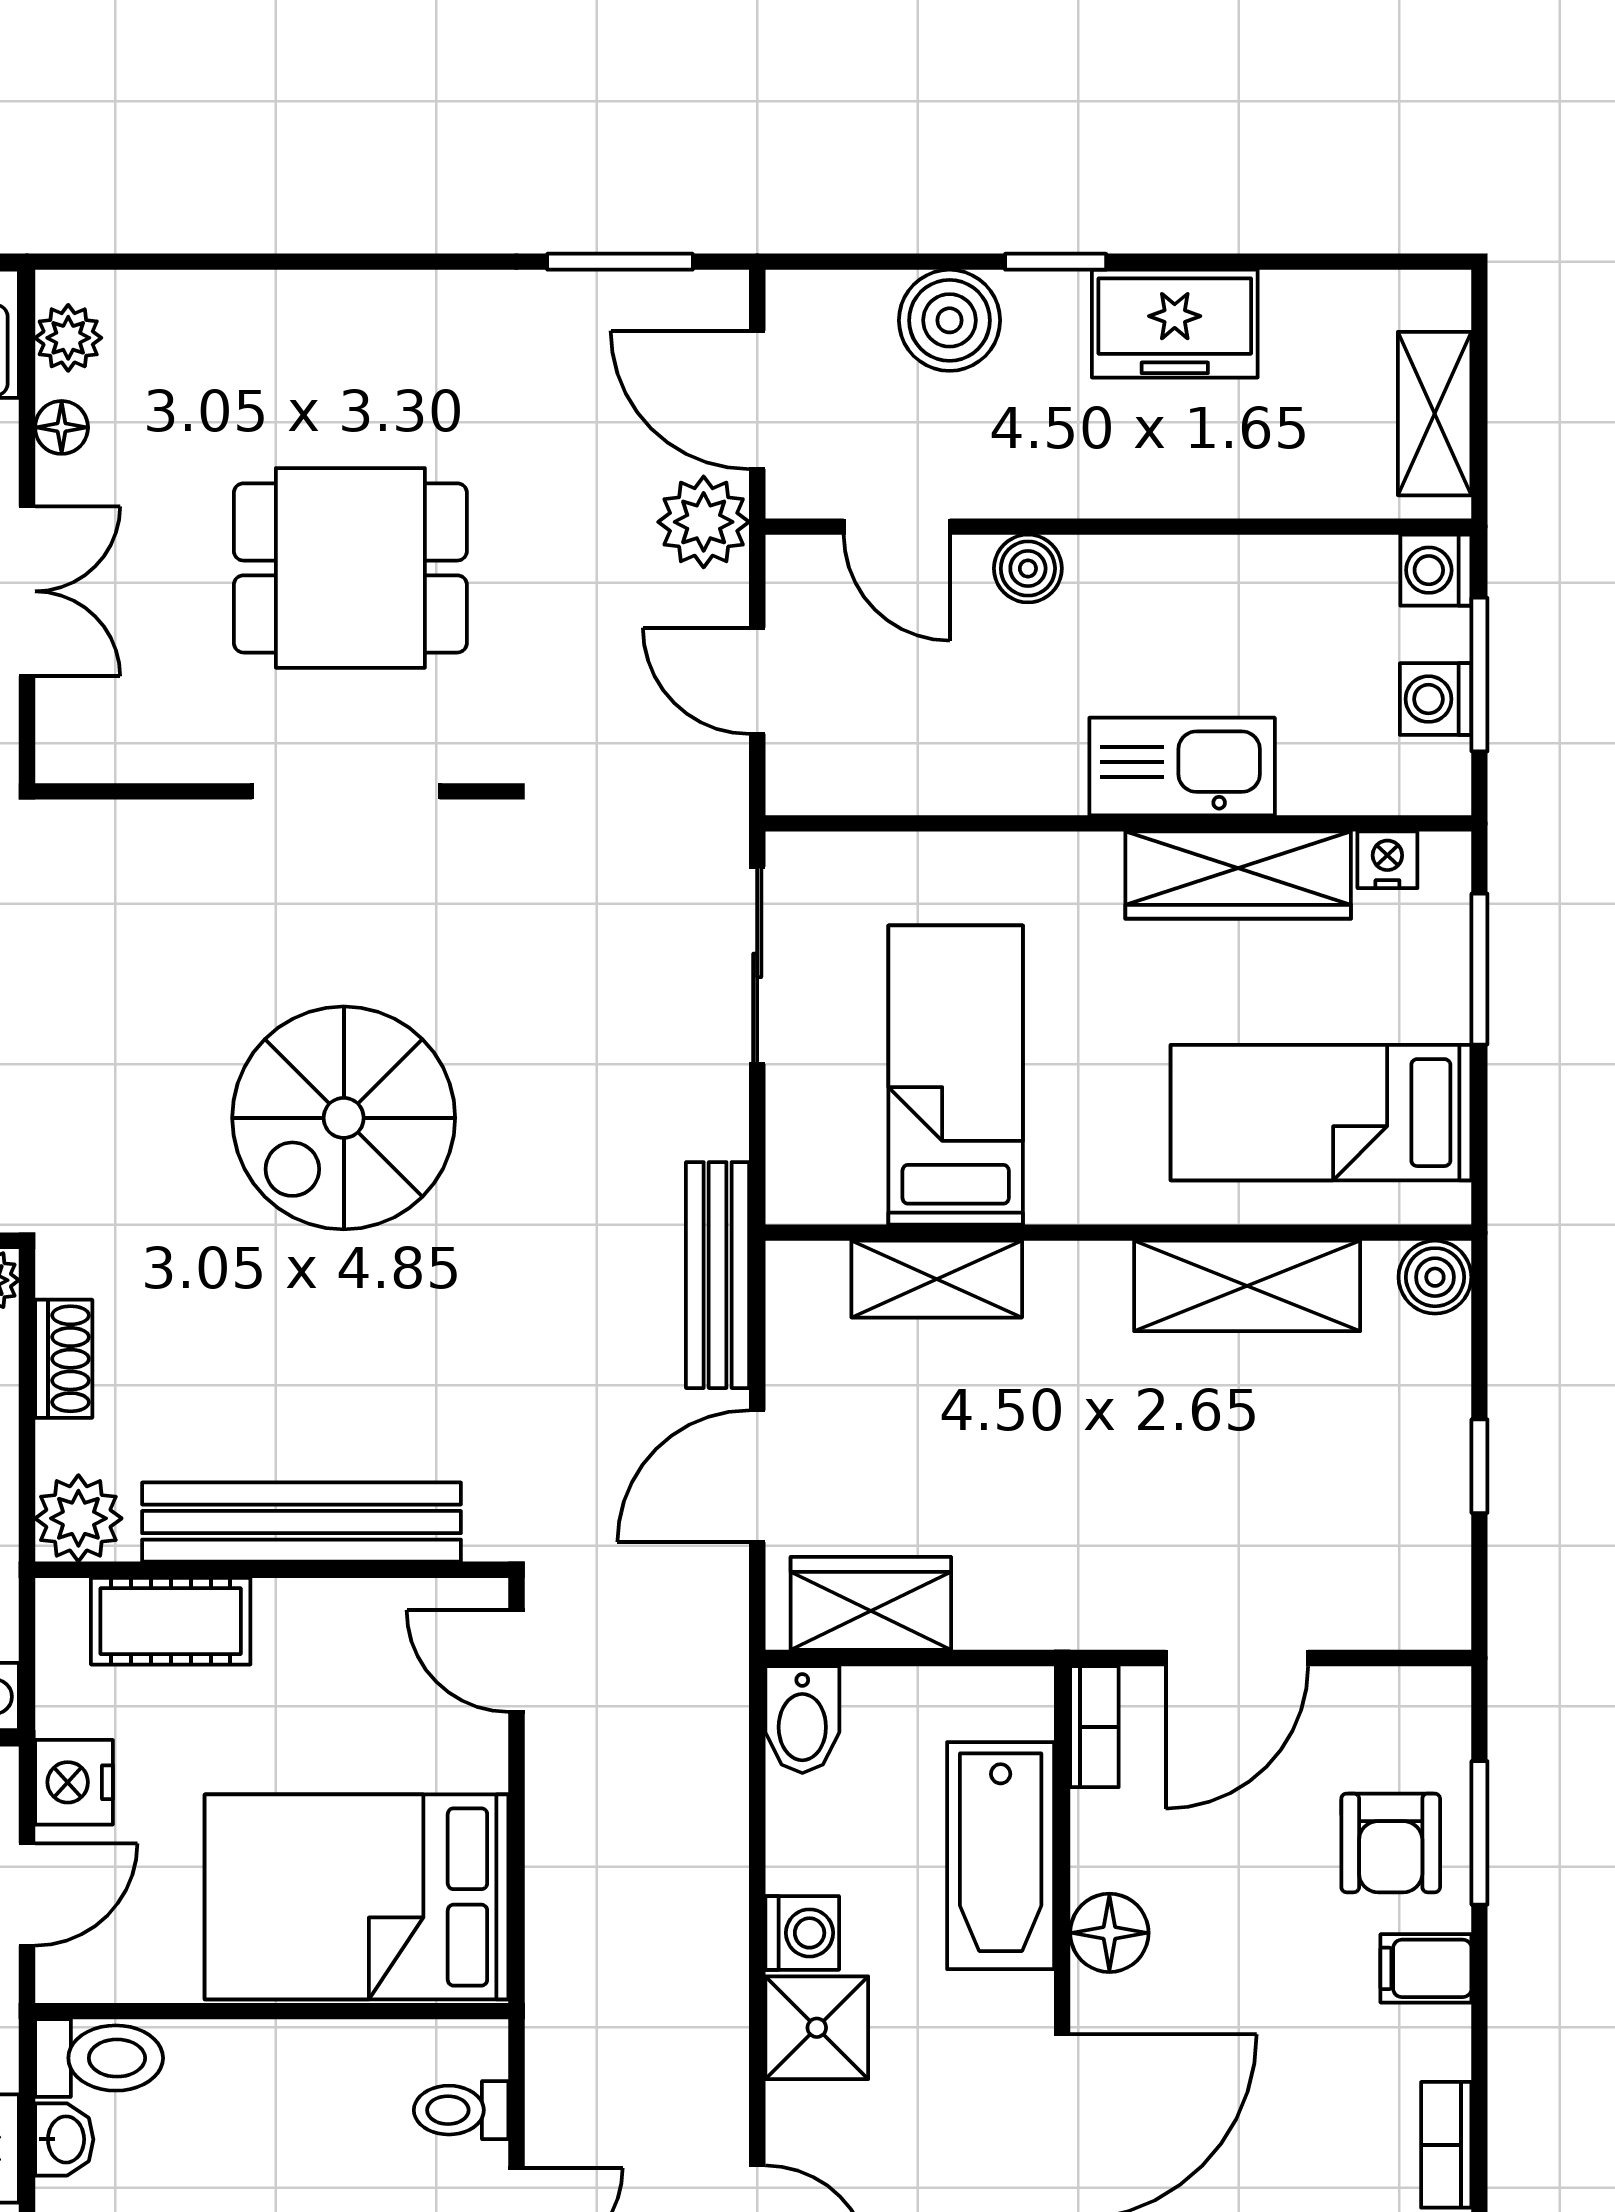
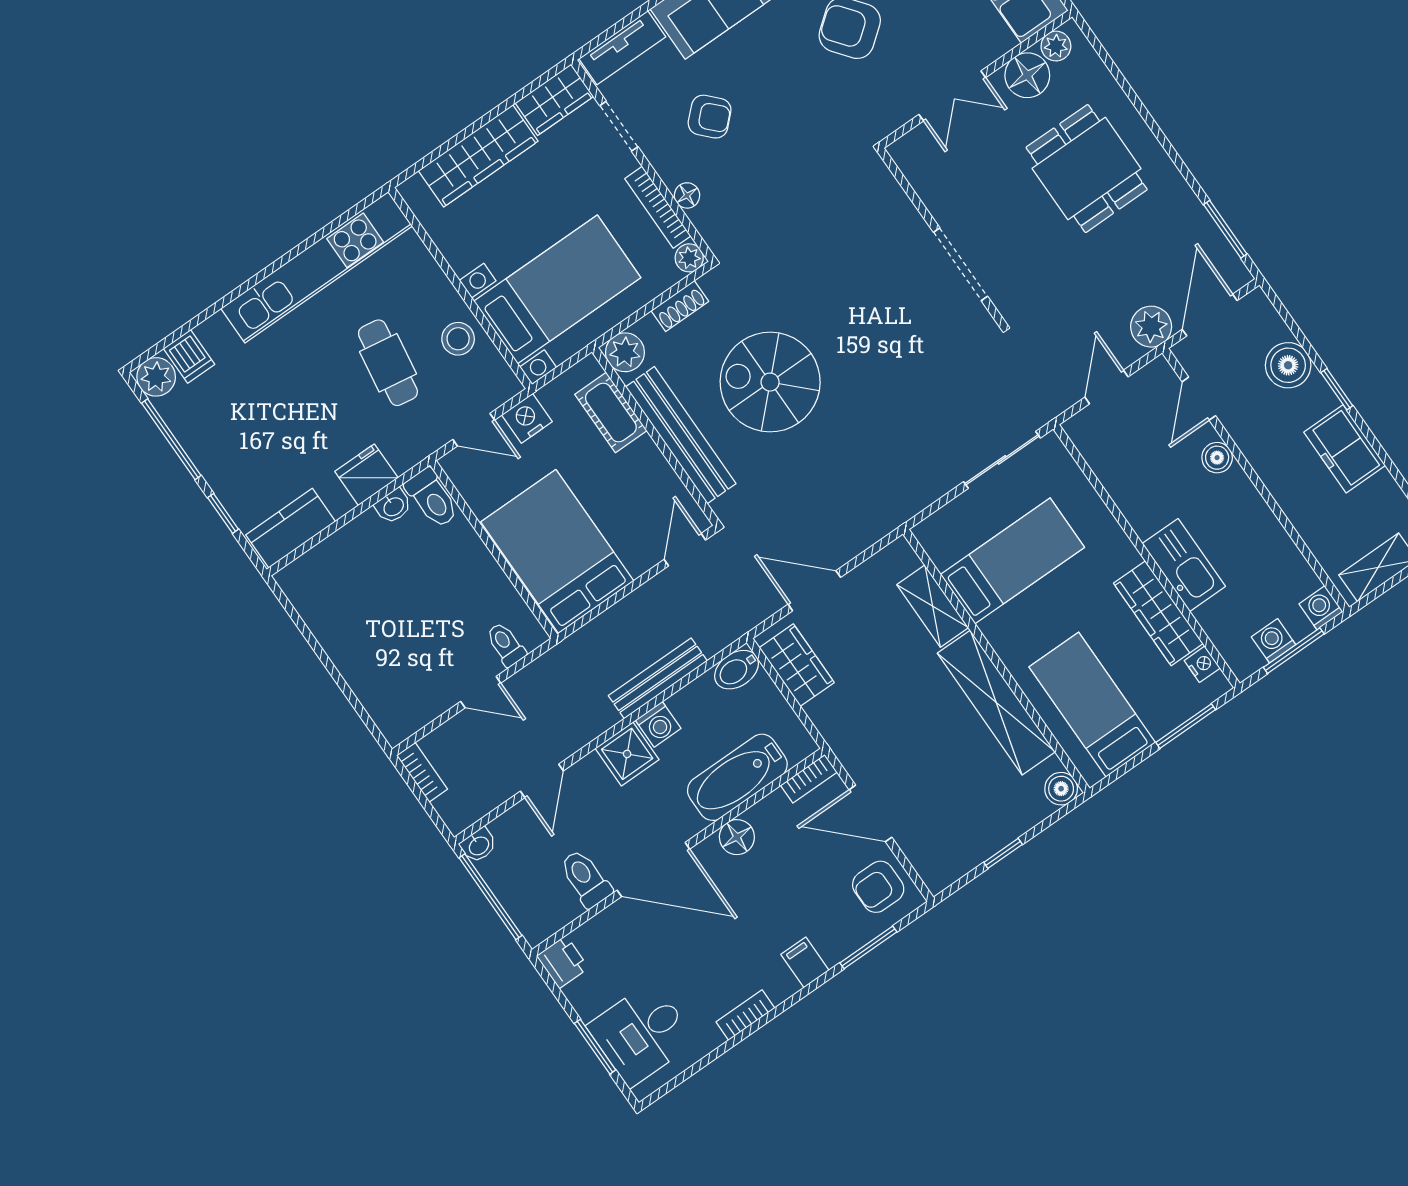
floor lamp: (62, 427) -> (1027, 75), width x1.89, depth x1.89
dining table: (350, 568) -> (1087, 169), moved
spiral stairs: (344, 1118) -> (770, 382), moved
bench: (718, 1275) -> (658, 678), moved
shelving: (1247, 1286) -> (996, 703), width x1.47
armchair: (1391, 1843) -> (878, 887), moved

